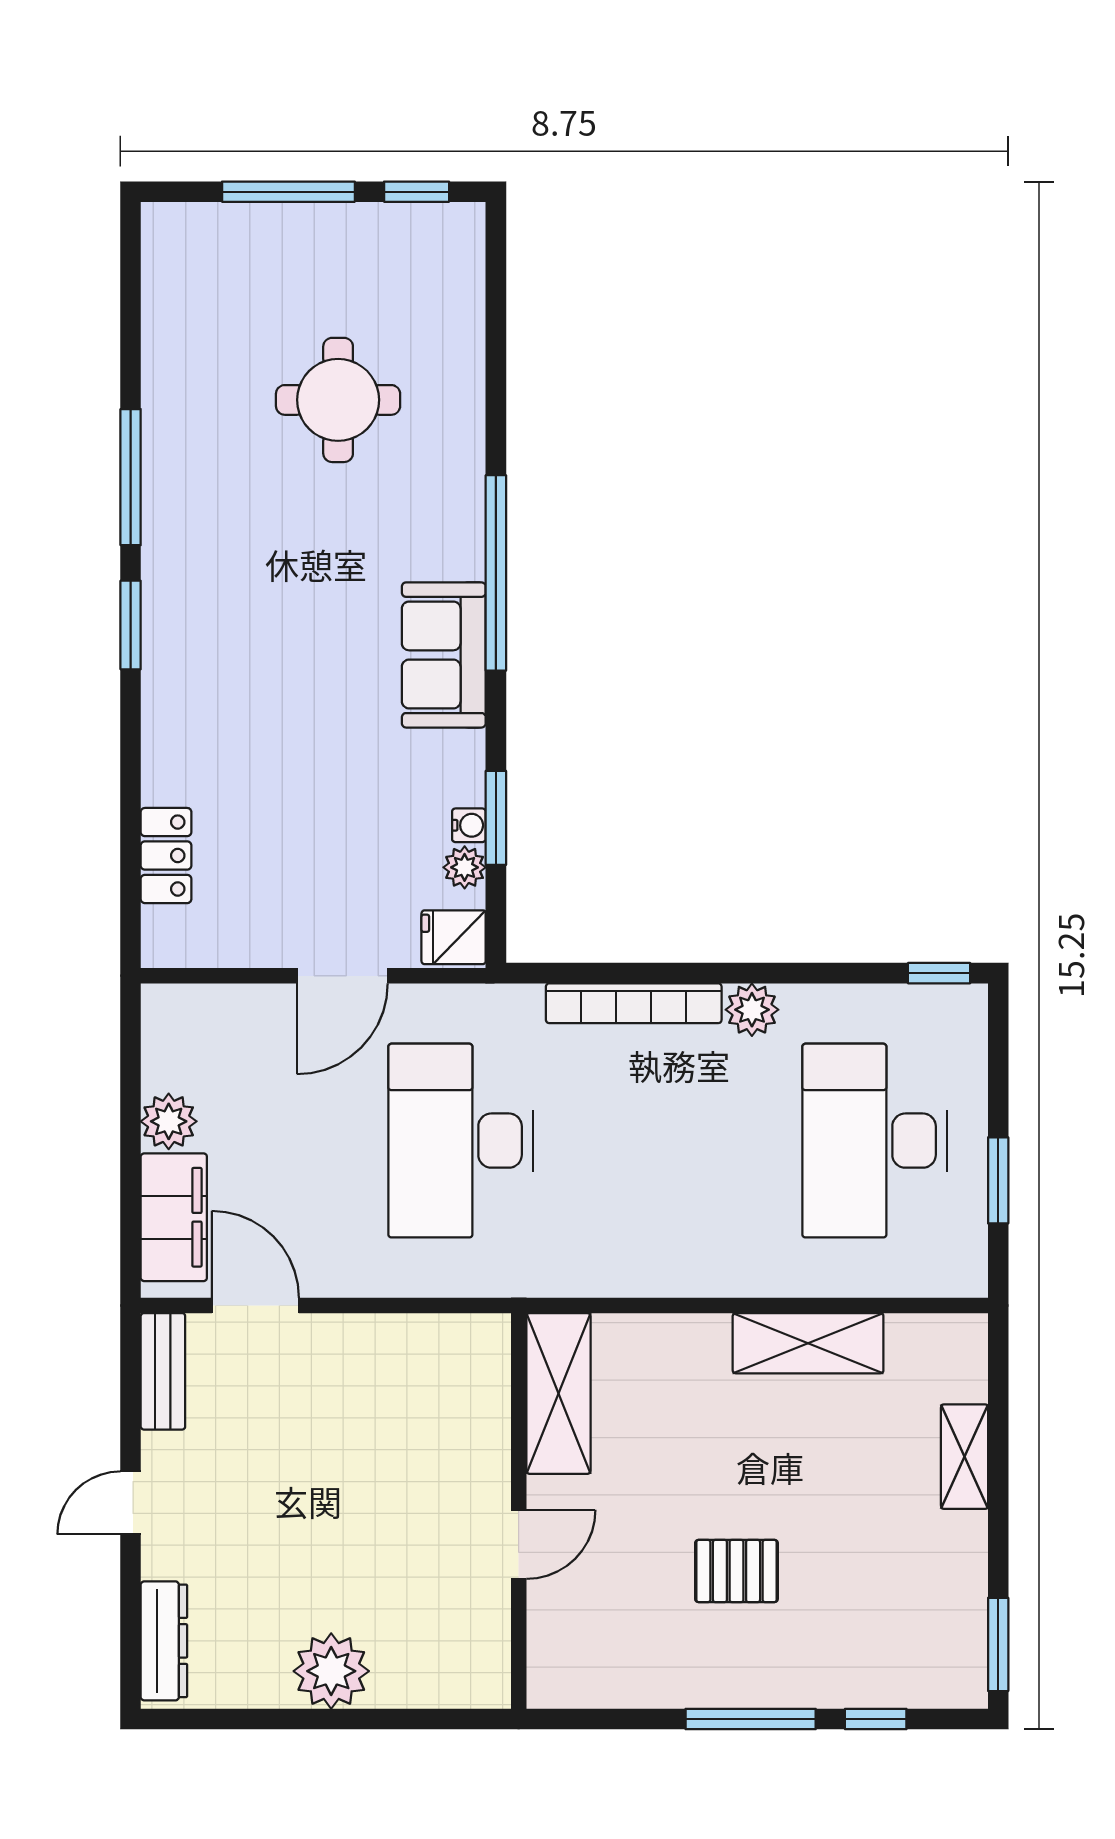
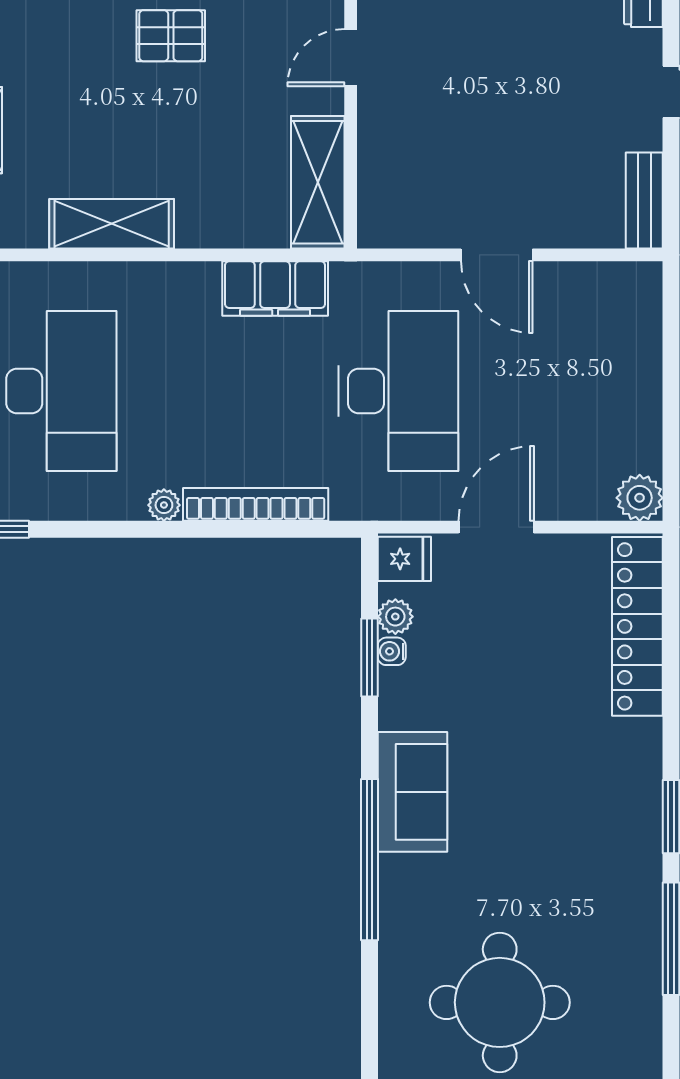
round table: (338, 400) -> (500, 1002), width x1.36, depth x1.36
locker: (166, 856) -> (637, 626), width x2.16, depth x1.21
plant: (752, 1010) -> (164, 505), width x0.73, depth x0.73
plant: (169, 1121) -> (640, 498), moved
filing cabinet: (174, 1217) -> (275, 288), moved, turned -90
door: (255, 1305) -> (497, 255), moved

